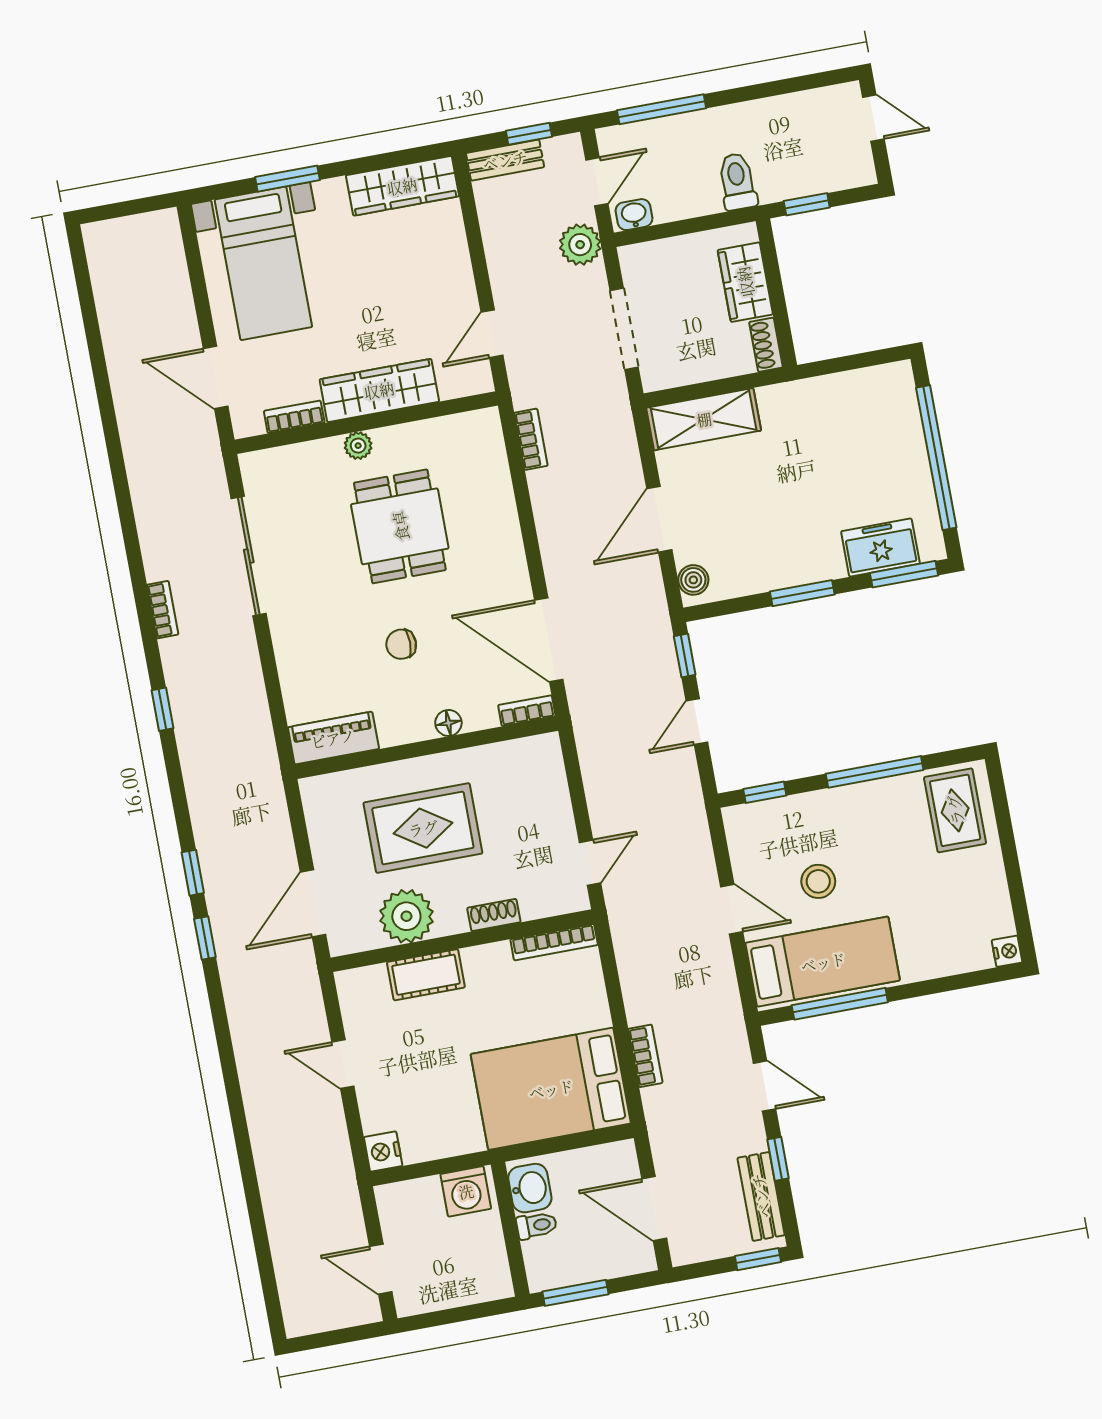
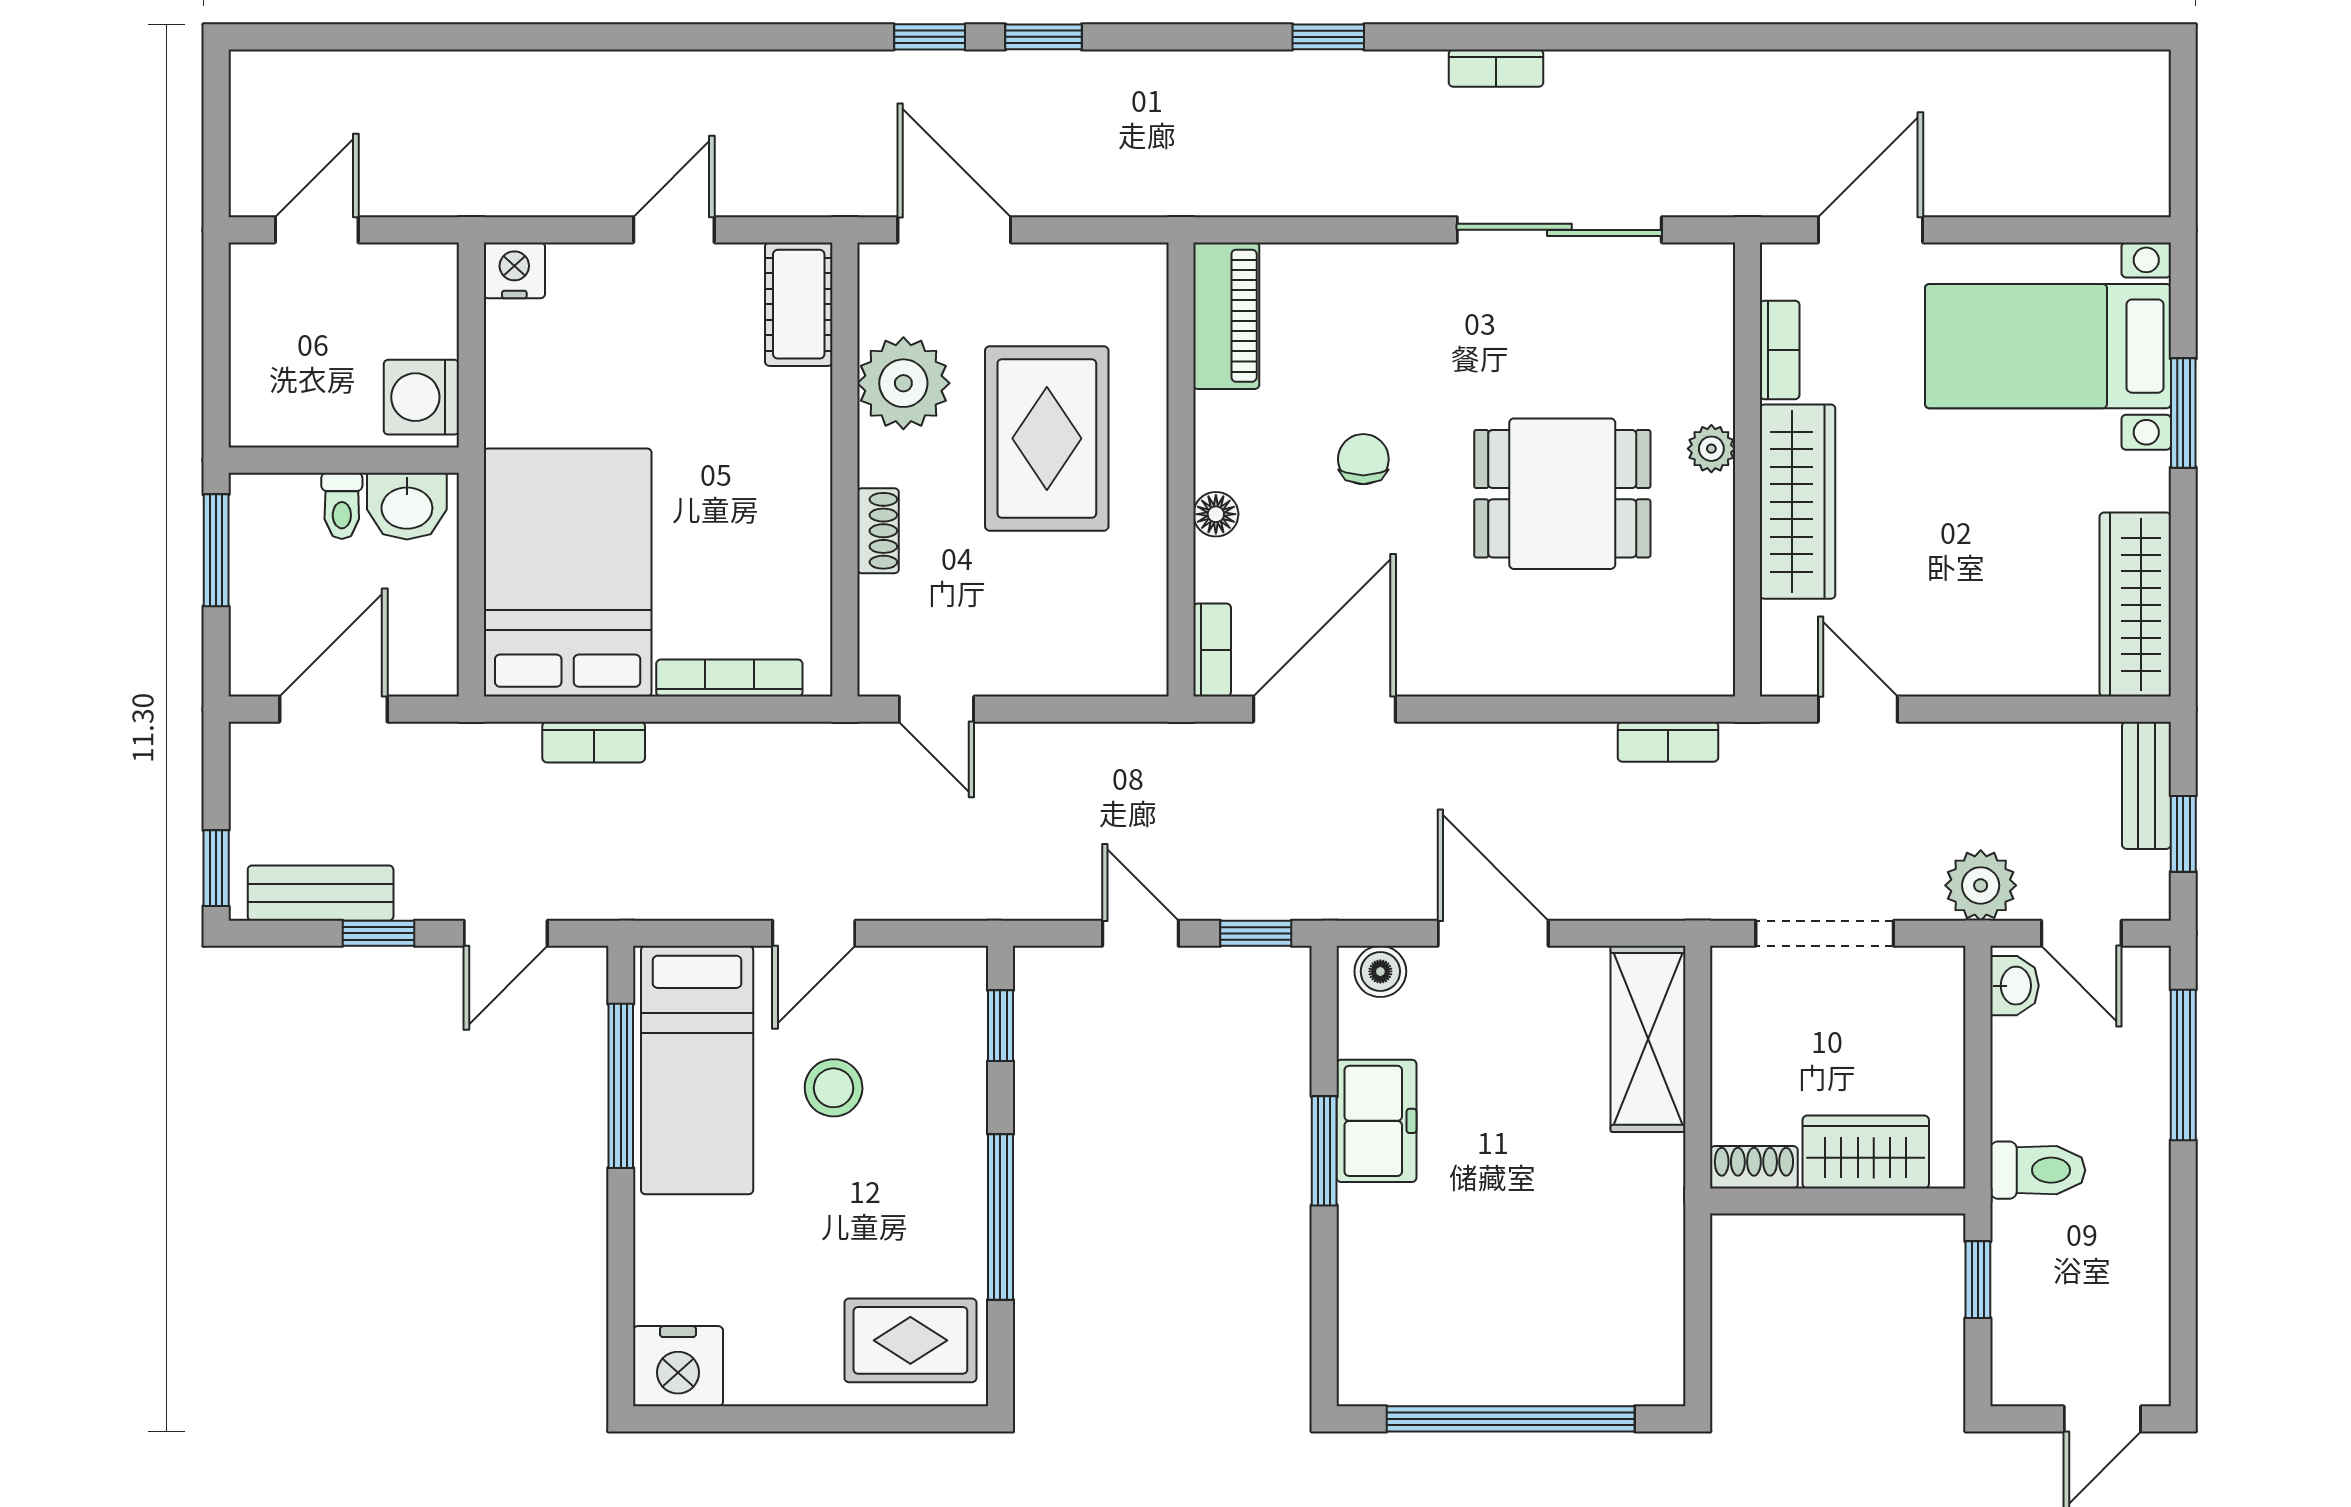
freezer: (880, 548) -> (1376, 1121), moved
window: (904, 574) -> (1324, 1328), removed
bookcase: (554, 942) -> (729, 678), moved, turned 90
nightstand: (1007, 951) -> (678, 1366), width x1.89, depth x1.79
cot: (426, 975) -> (799, 304), moved

